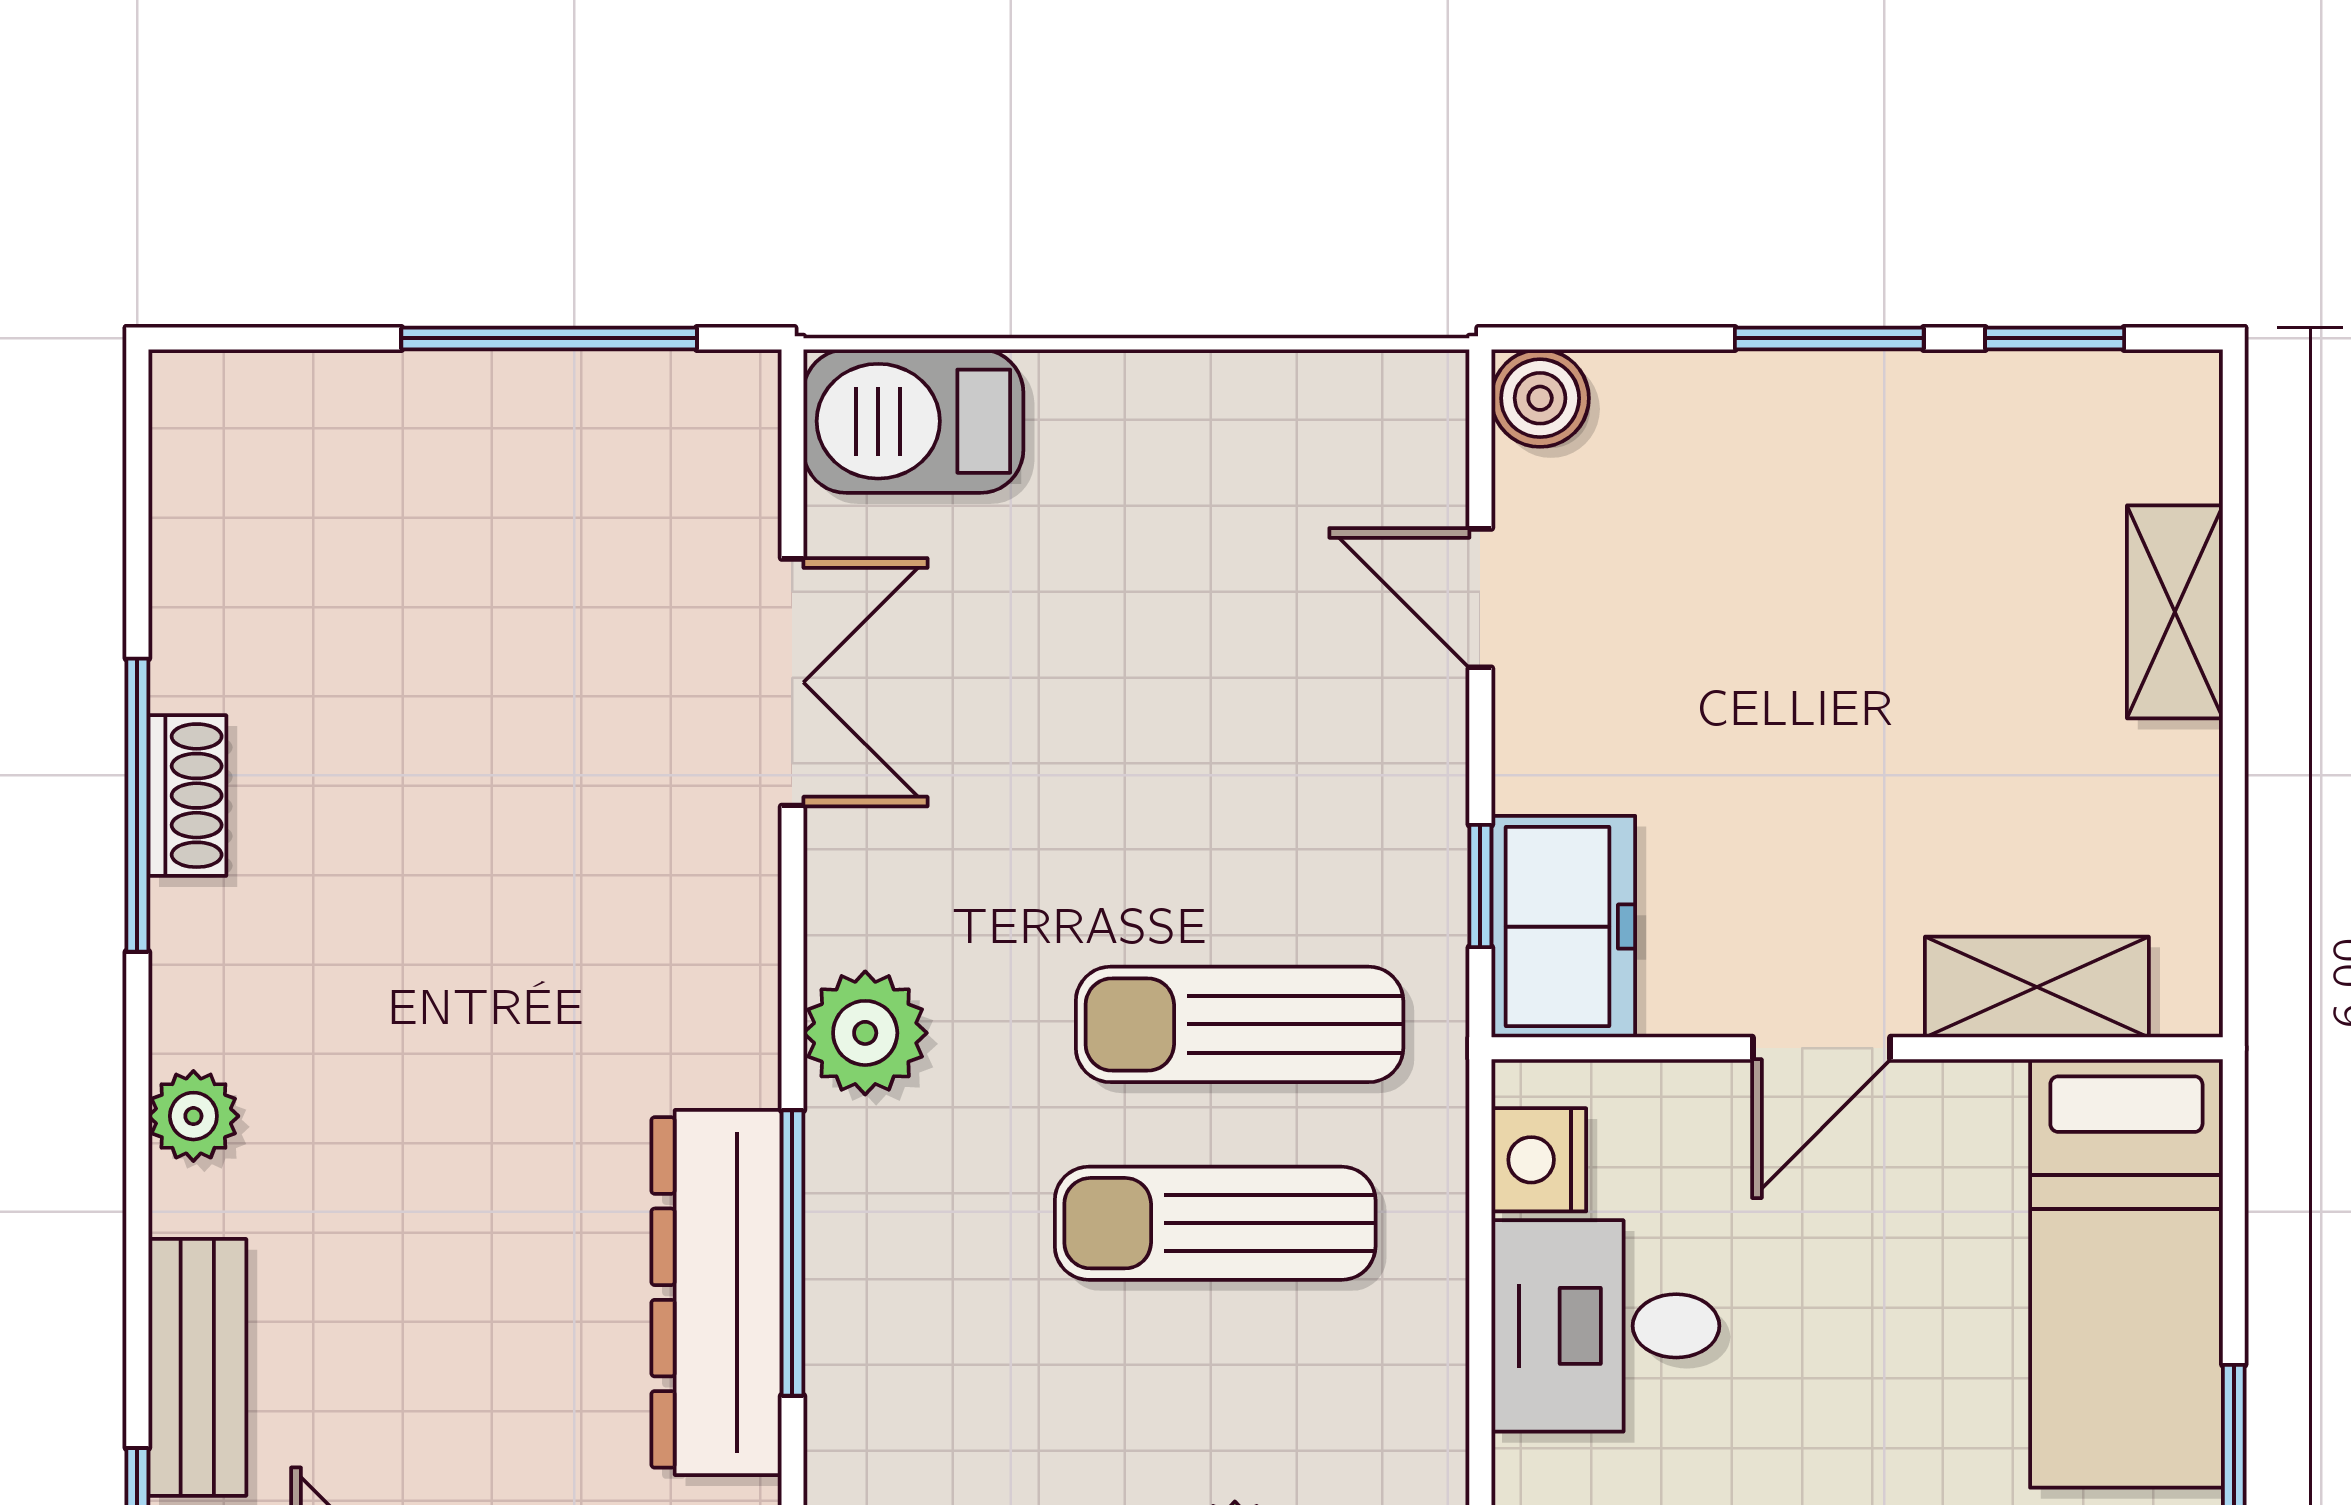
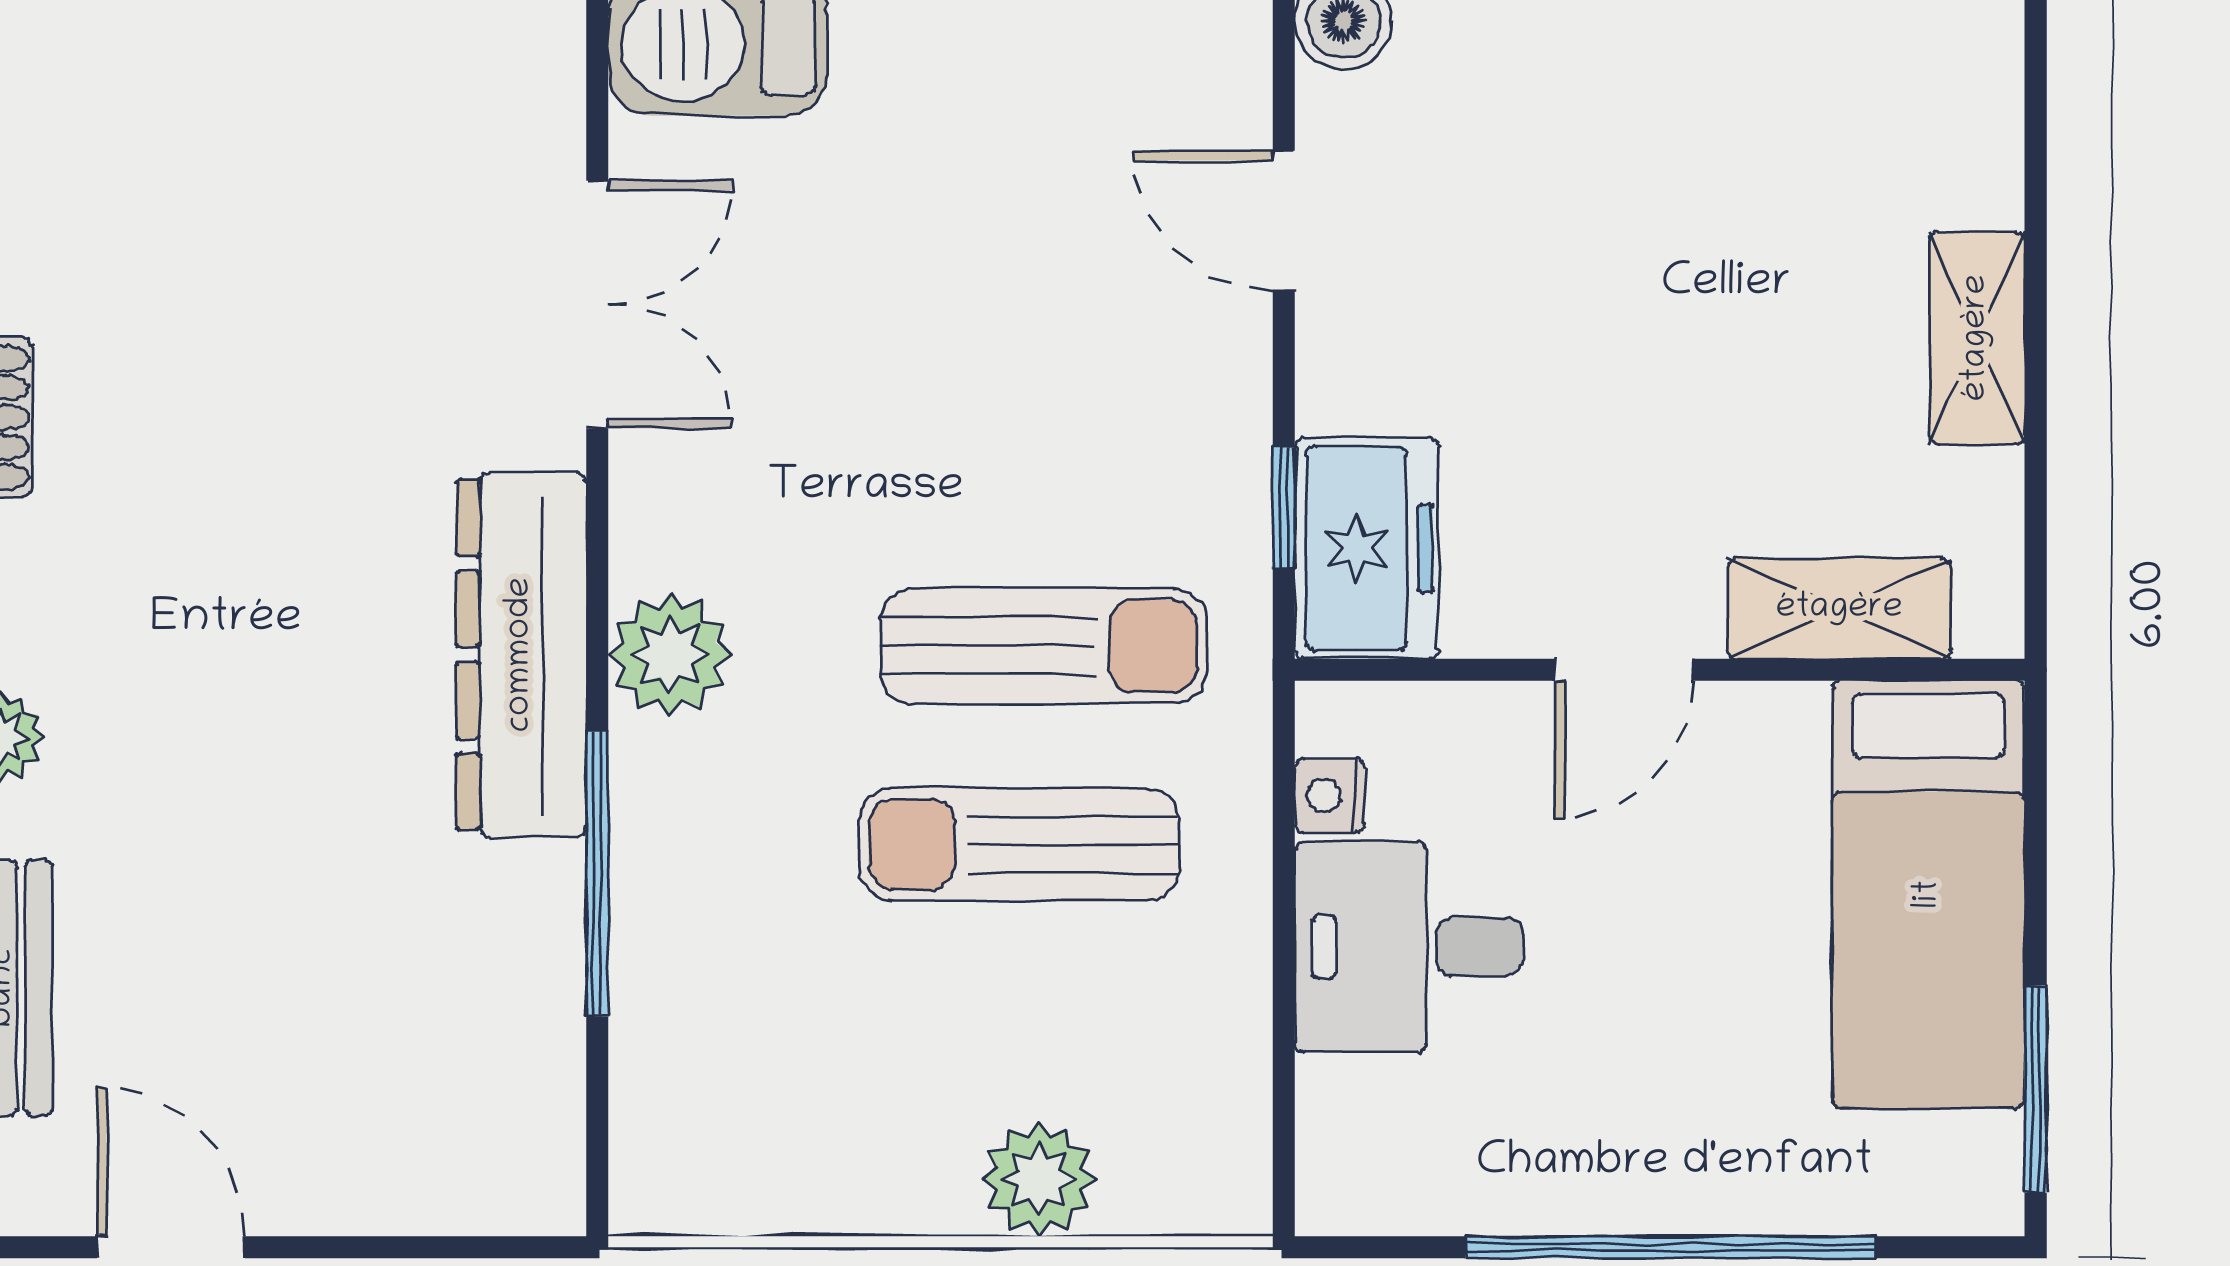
shelving: (2175, 612) -> (1977, 338), moved
sun lounger: (1240, 1024) -> (1043, 646), turned 180
nightstand: (1539, 1160) -> (1330, 795), width x0.72, depth x0.74
dresser: (716, 1292) -> (521, 655), moved

